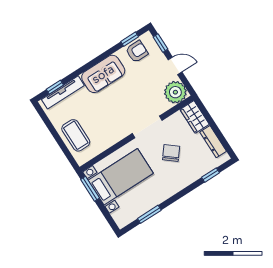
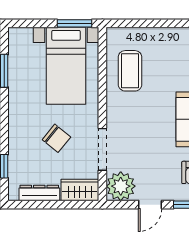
doorway: (147, 127) -> (102, 149), moved
coffee table: (76, 135) -> (130, 71), moved, turned 90

